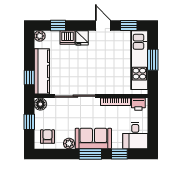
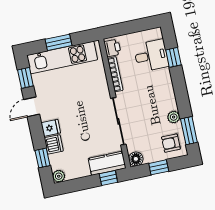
kitchen counter: (42, 71) -> (107, 163), width x0.67
desk: (135, 136) -> (151, 56), moved
sofa: (93, 138) -> (162, 91), removed
window: (90, 154) -> (189, 131), moved

